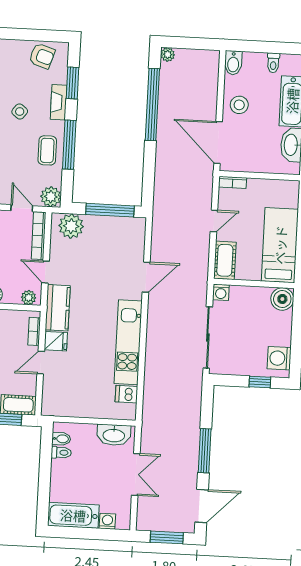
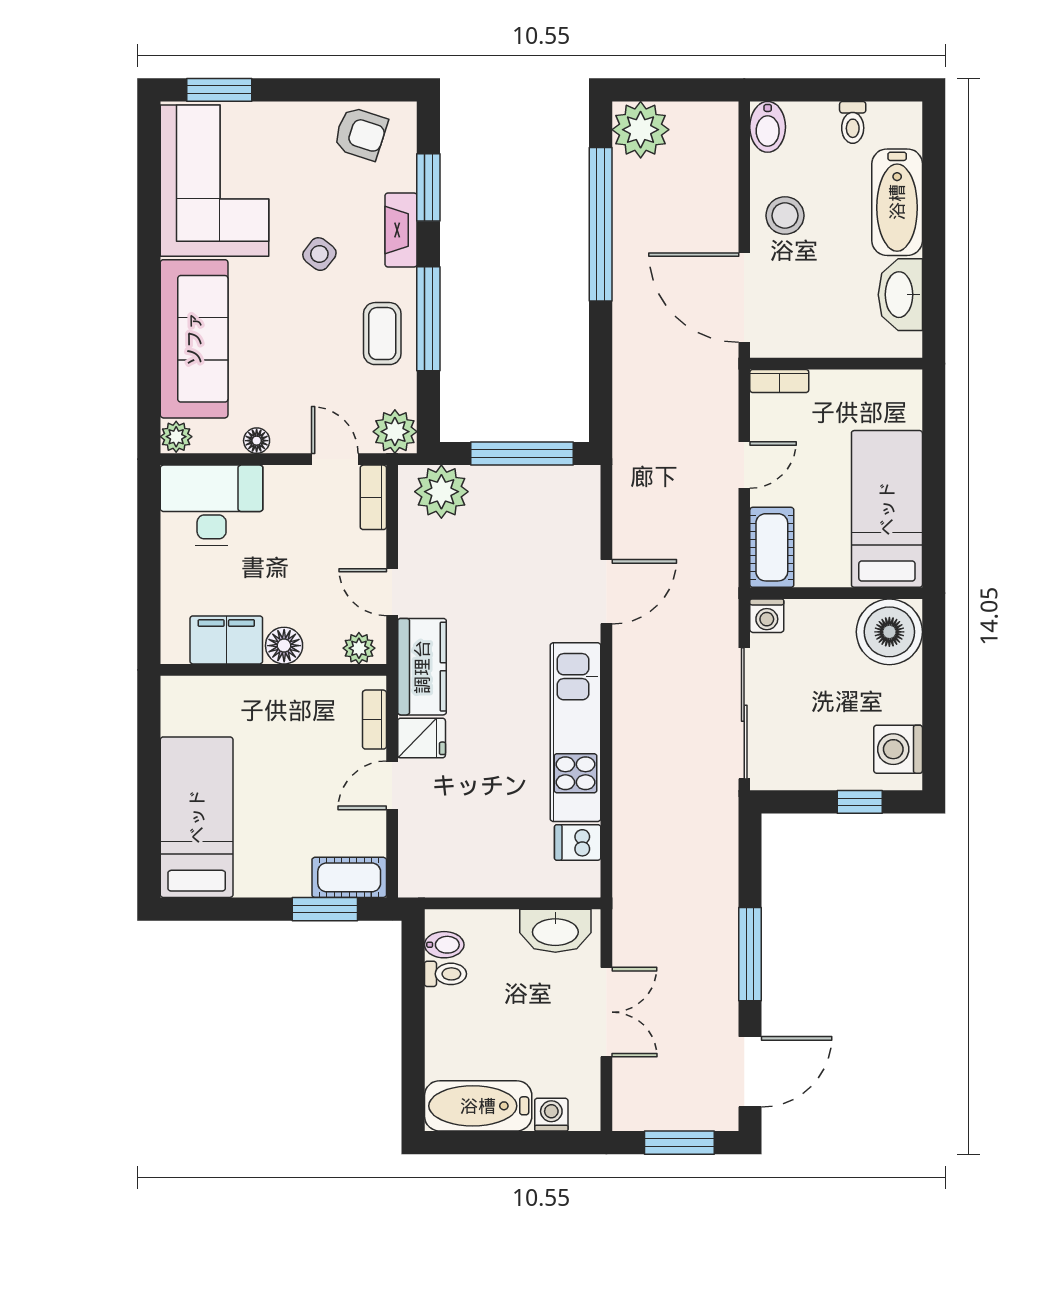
plant: (168, 54) -> (641, 130), width x1.87, depth x1.87
bookcase: (39, 236) -> (373, 497), width x0.64
boiler: (282, 299) -> (889, 632), width x1.37, depth x1.37

